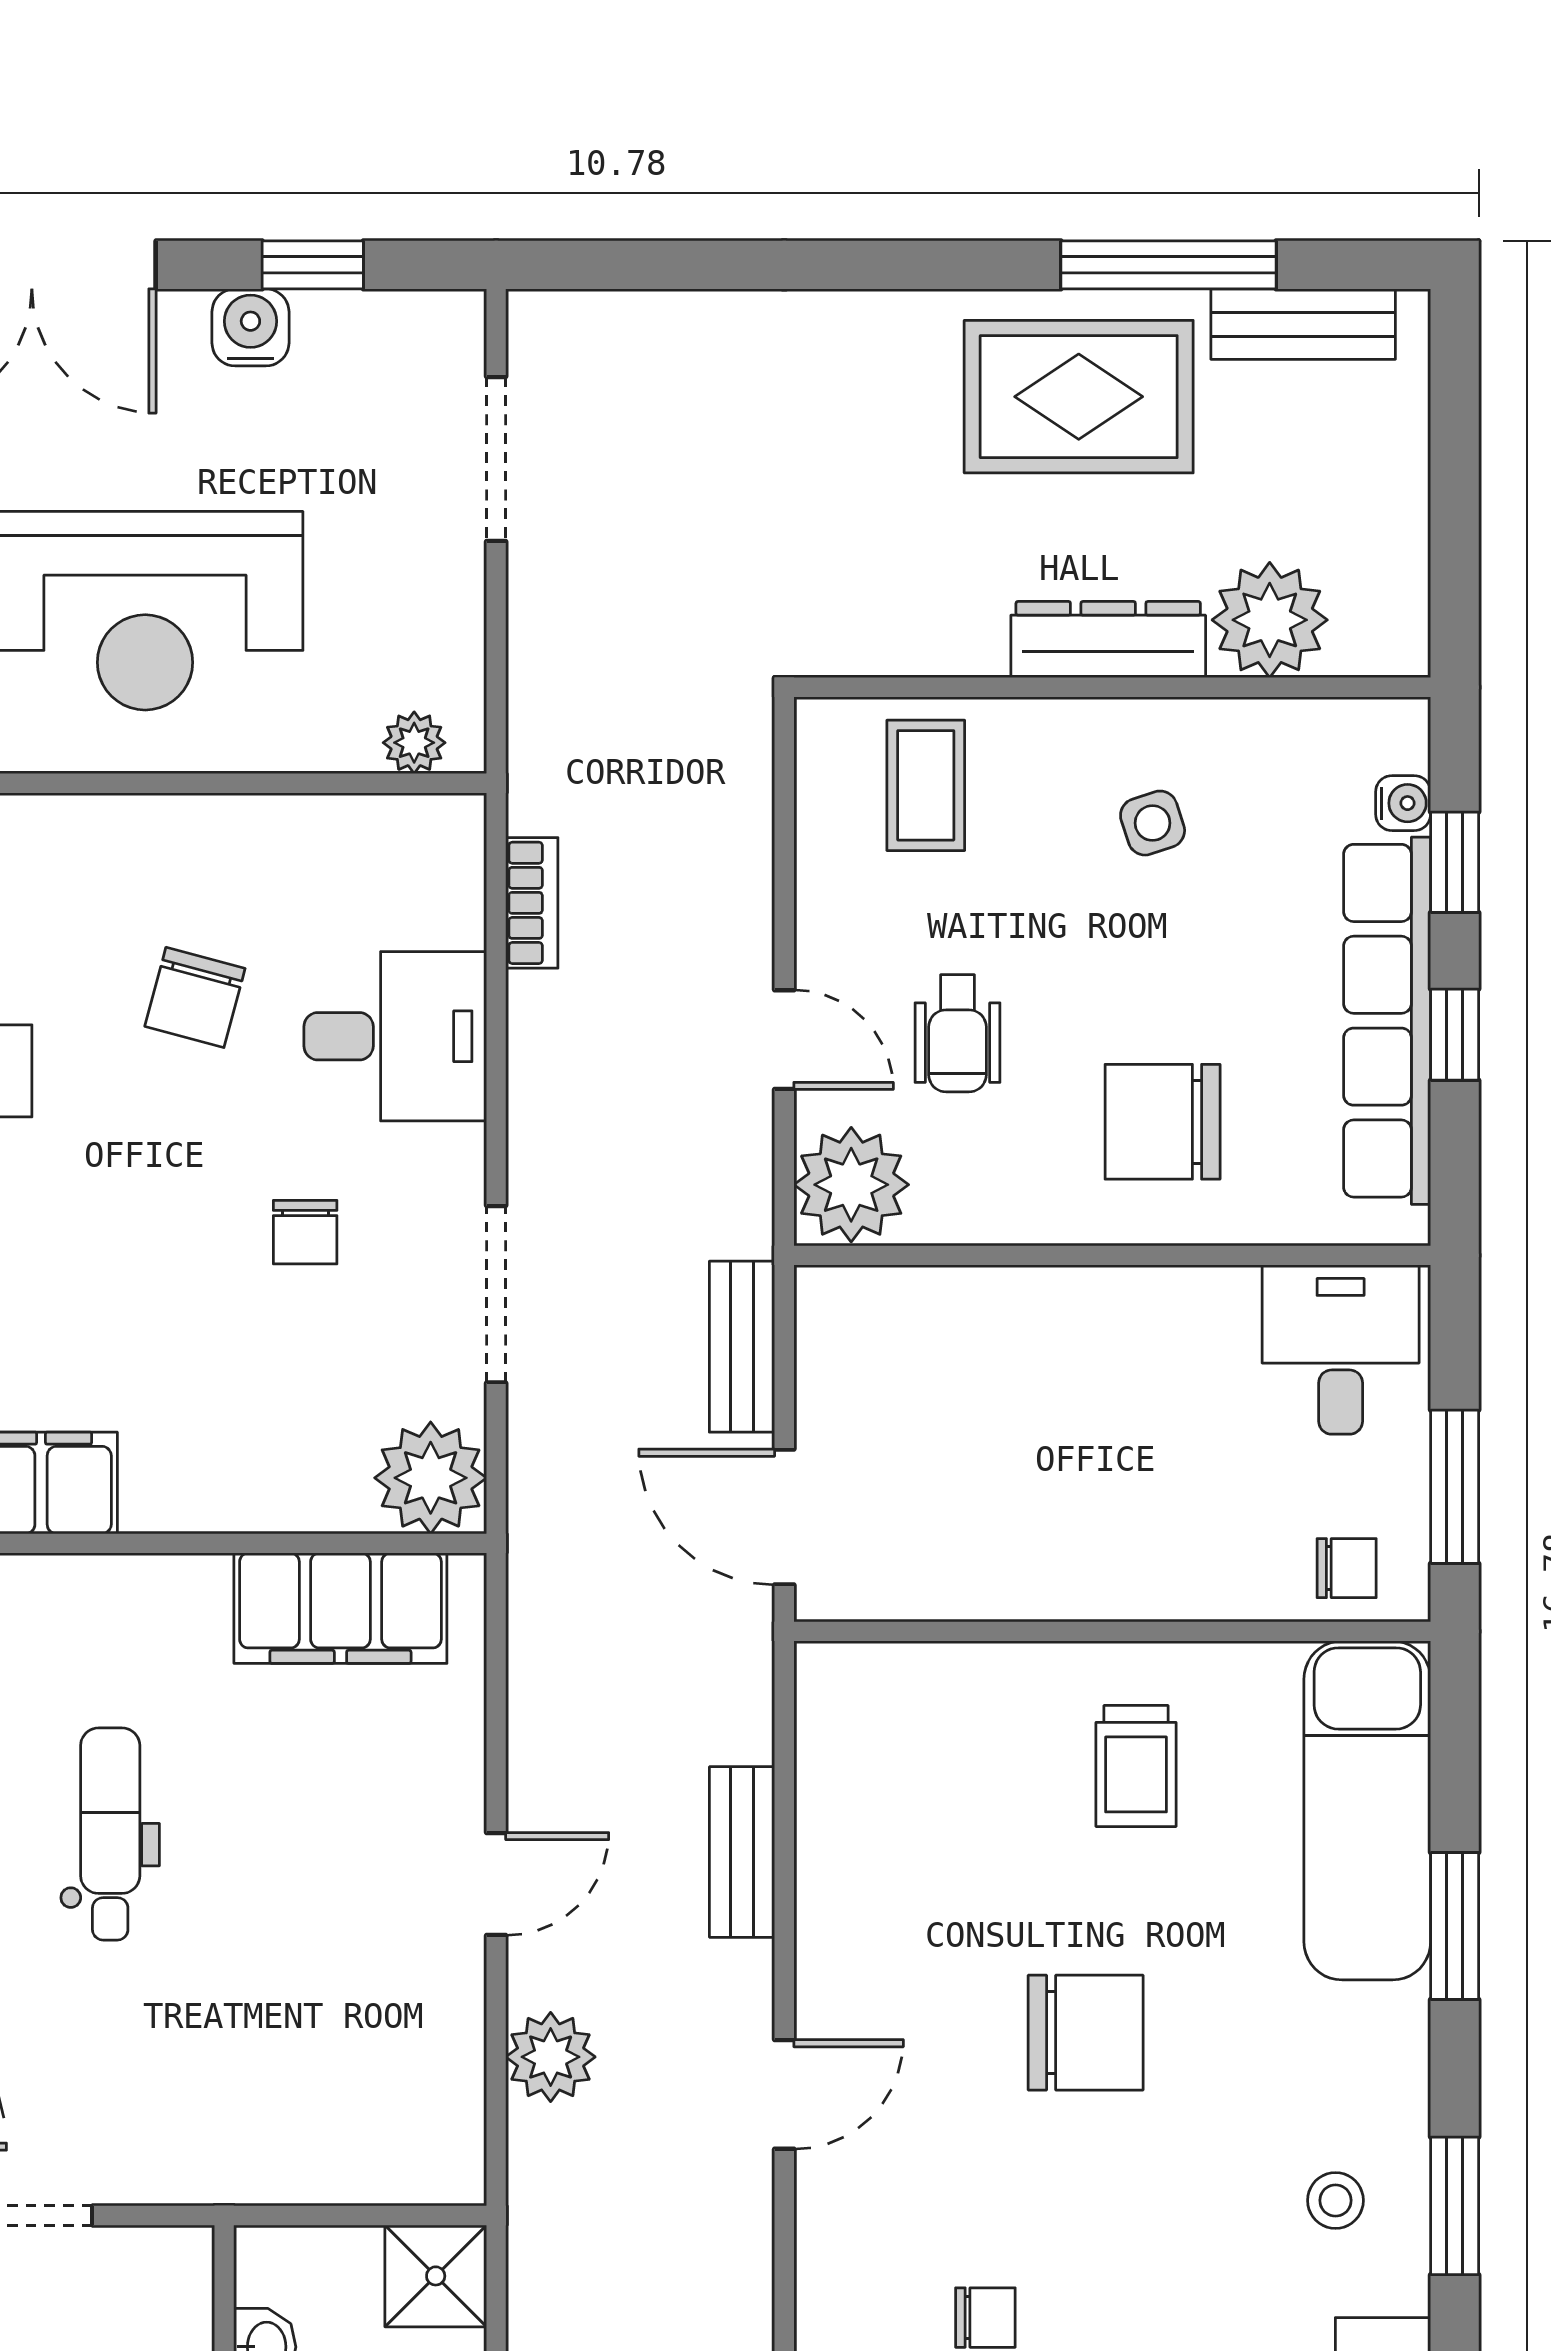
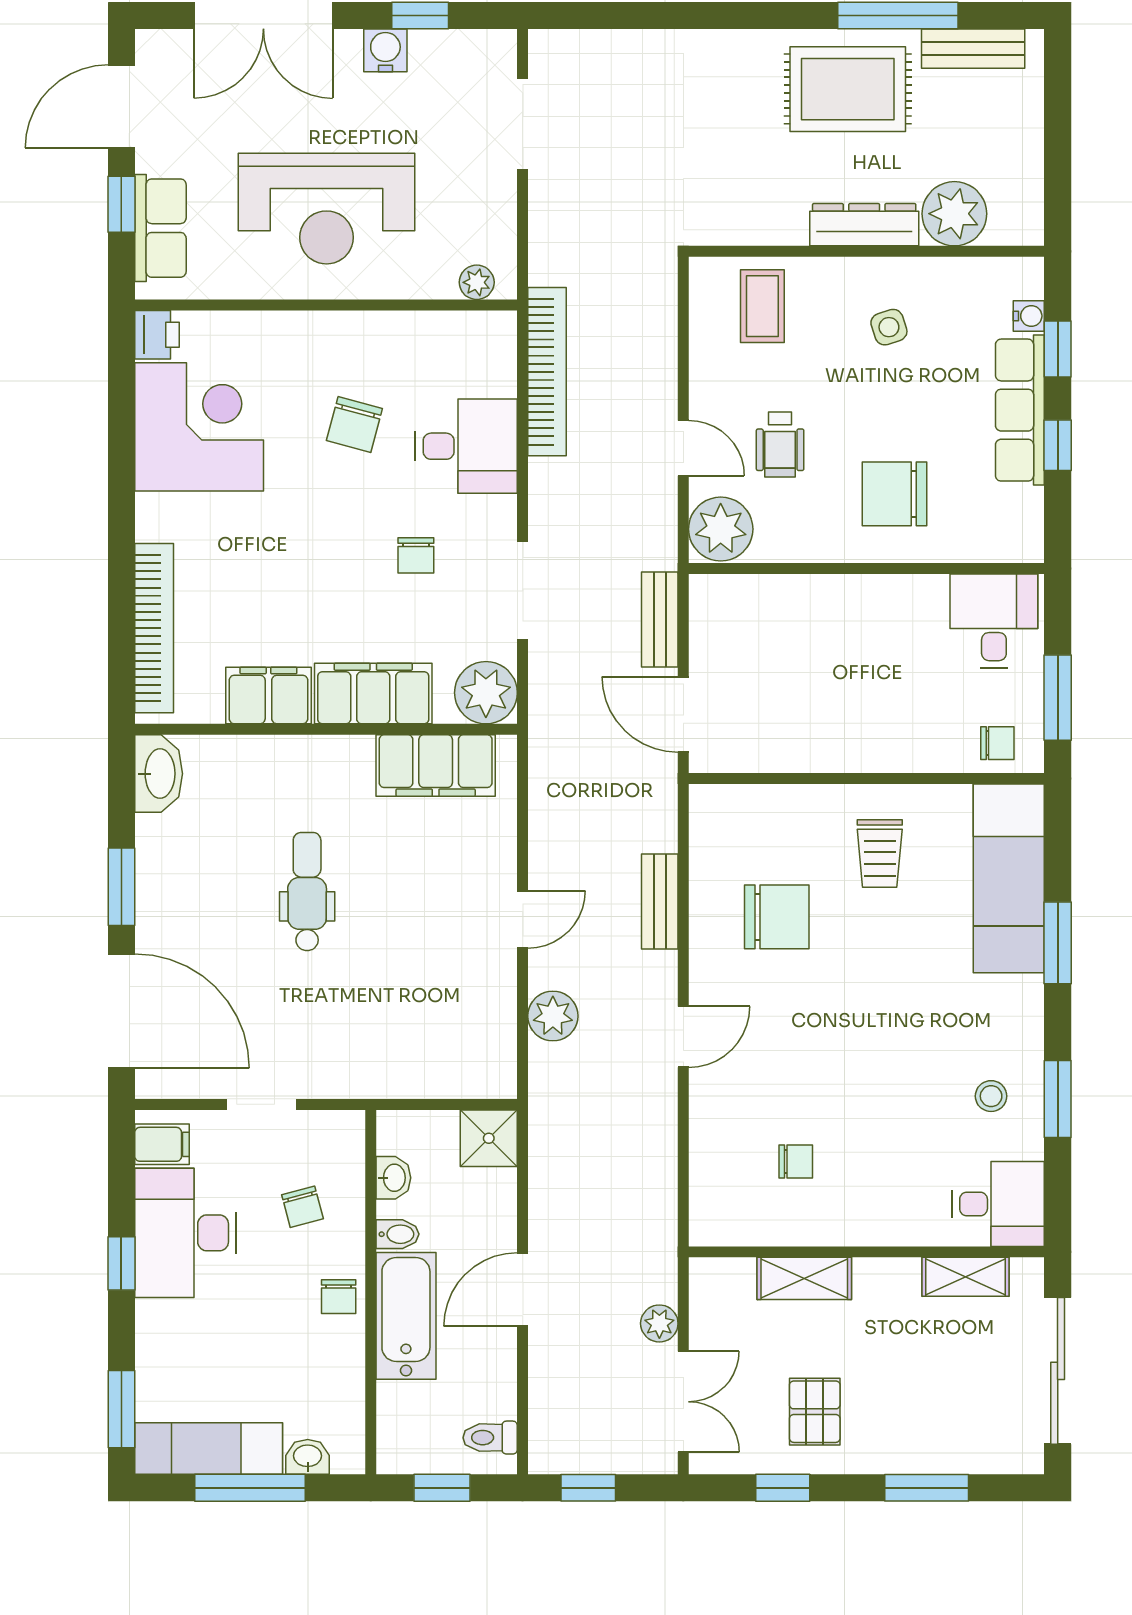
bookcase: (532, 903) -> (547, 372), width x2.31, depth x1.31
row of seats: (1387, 1021) -> (1020, 410), width x0.73
filing cabinet: (229, 1479) -> (373, 694), added
chair: (1086, 2033) -> (777, 917), moved

